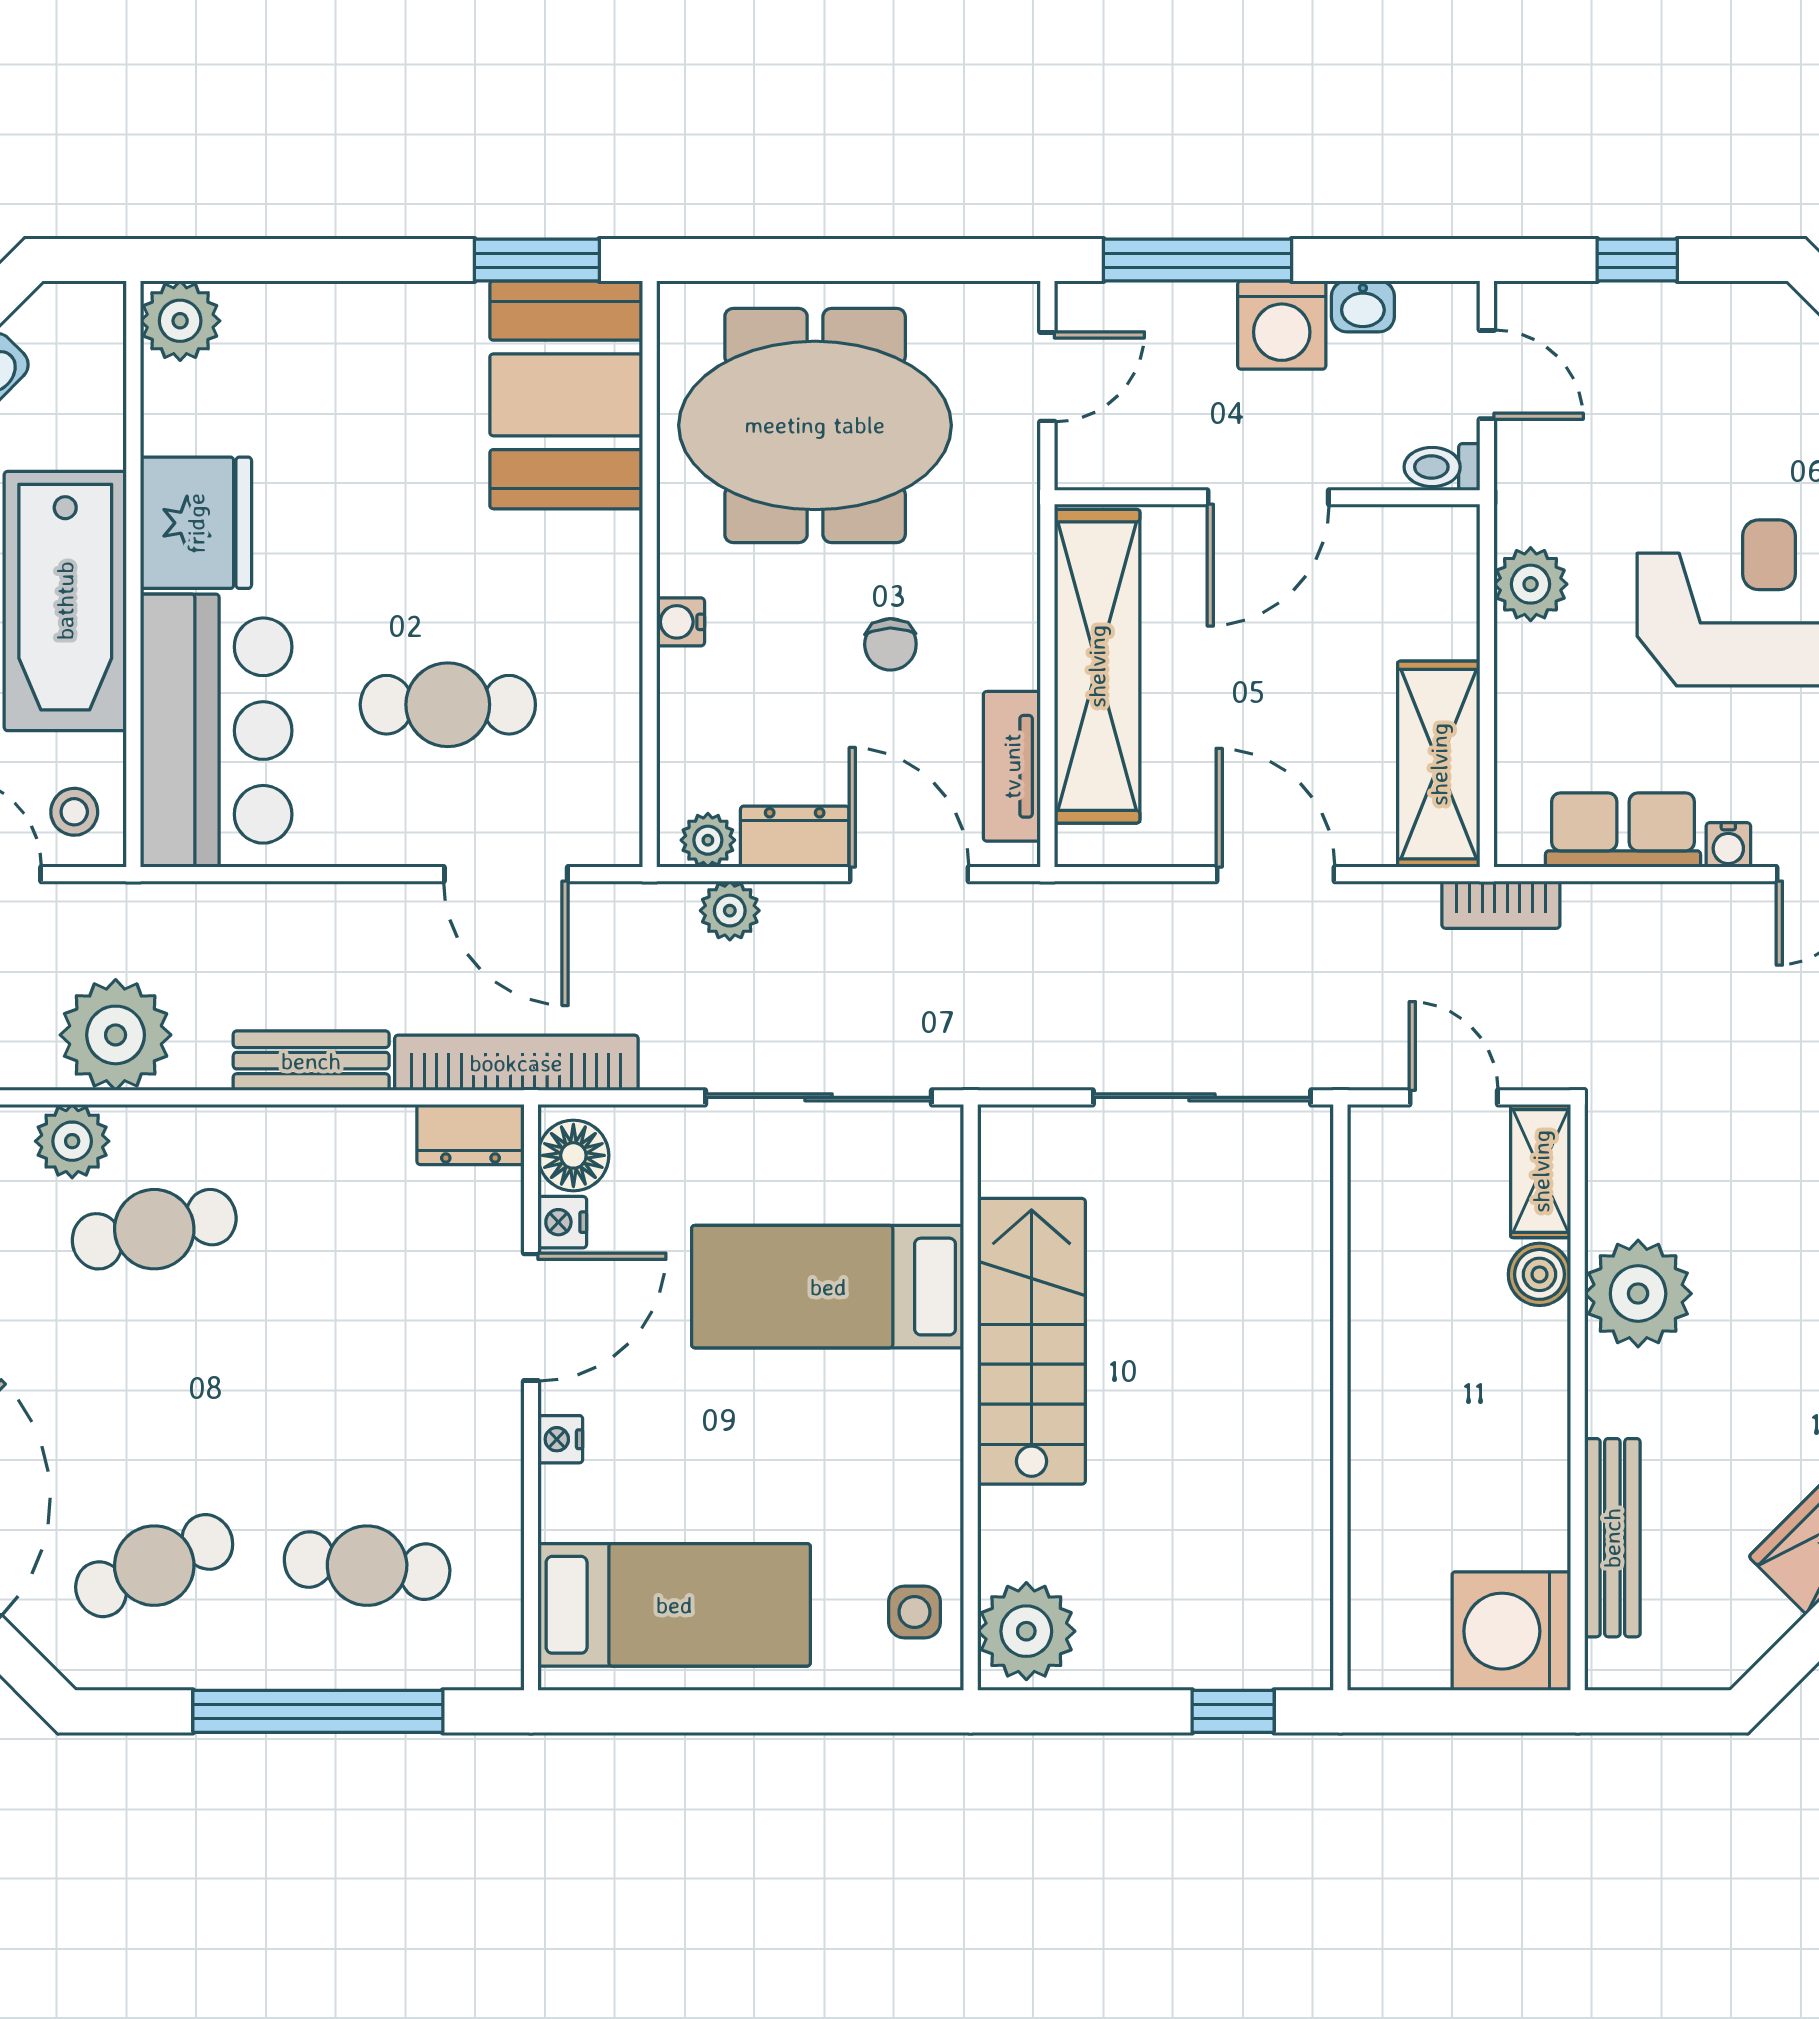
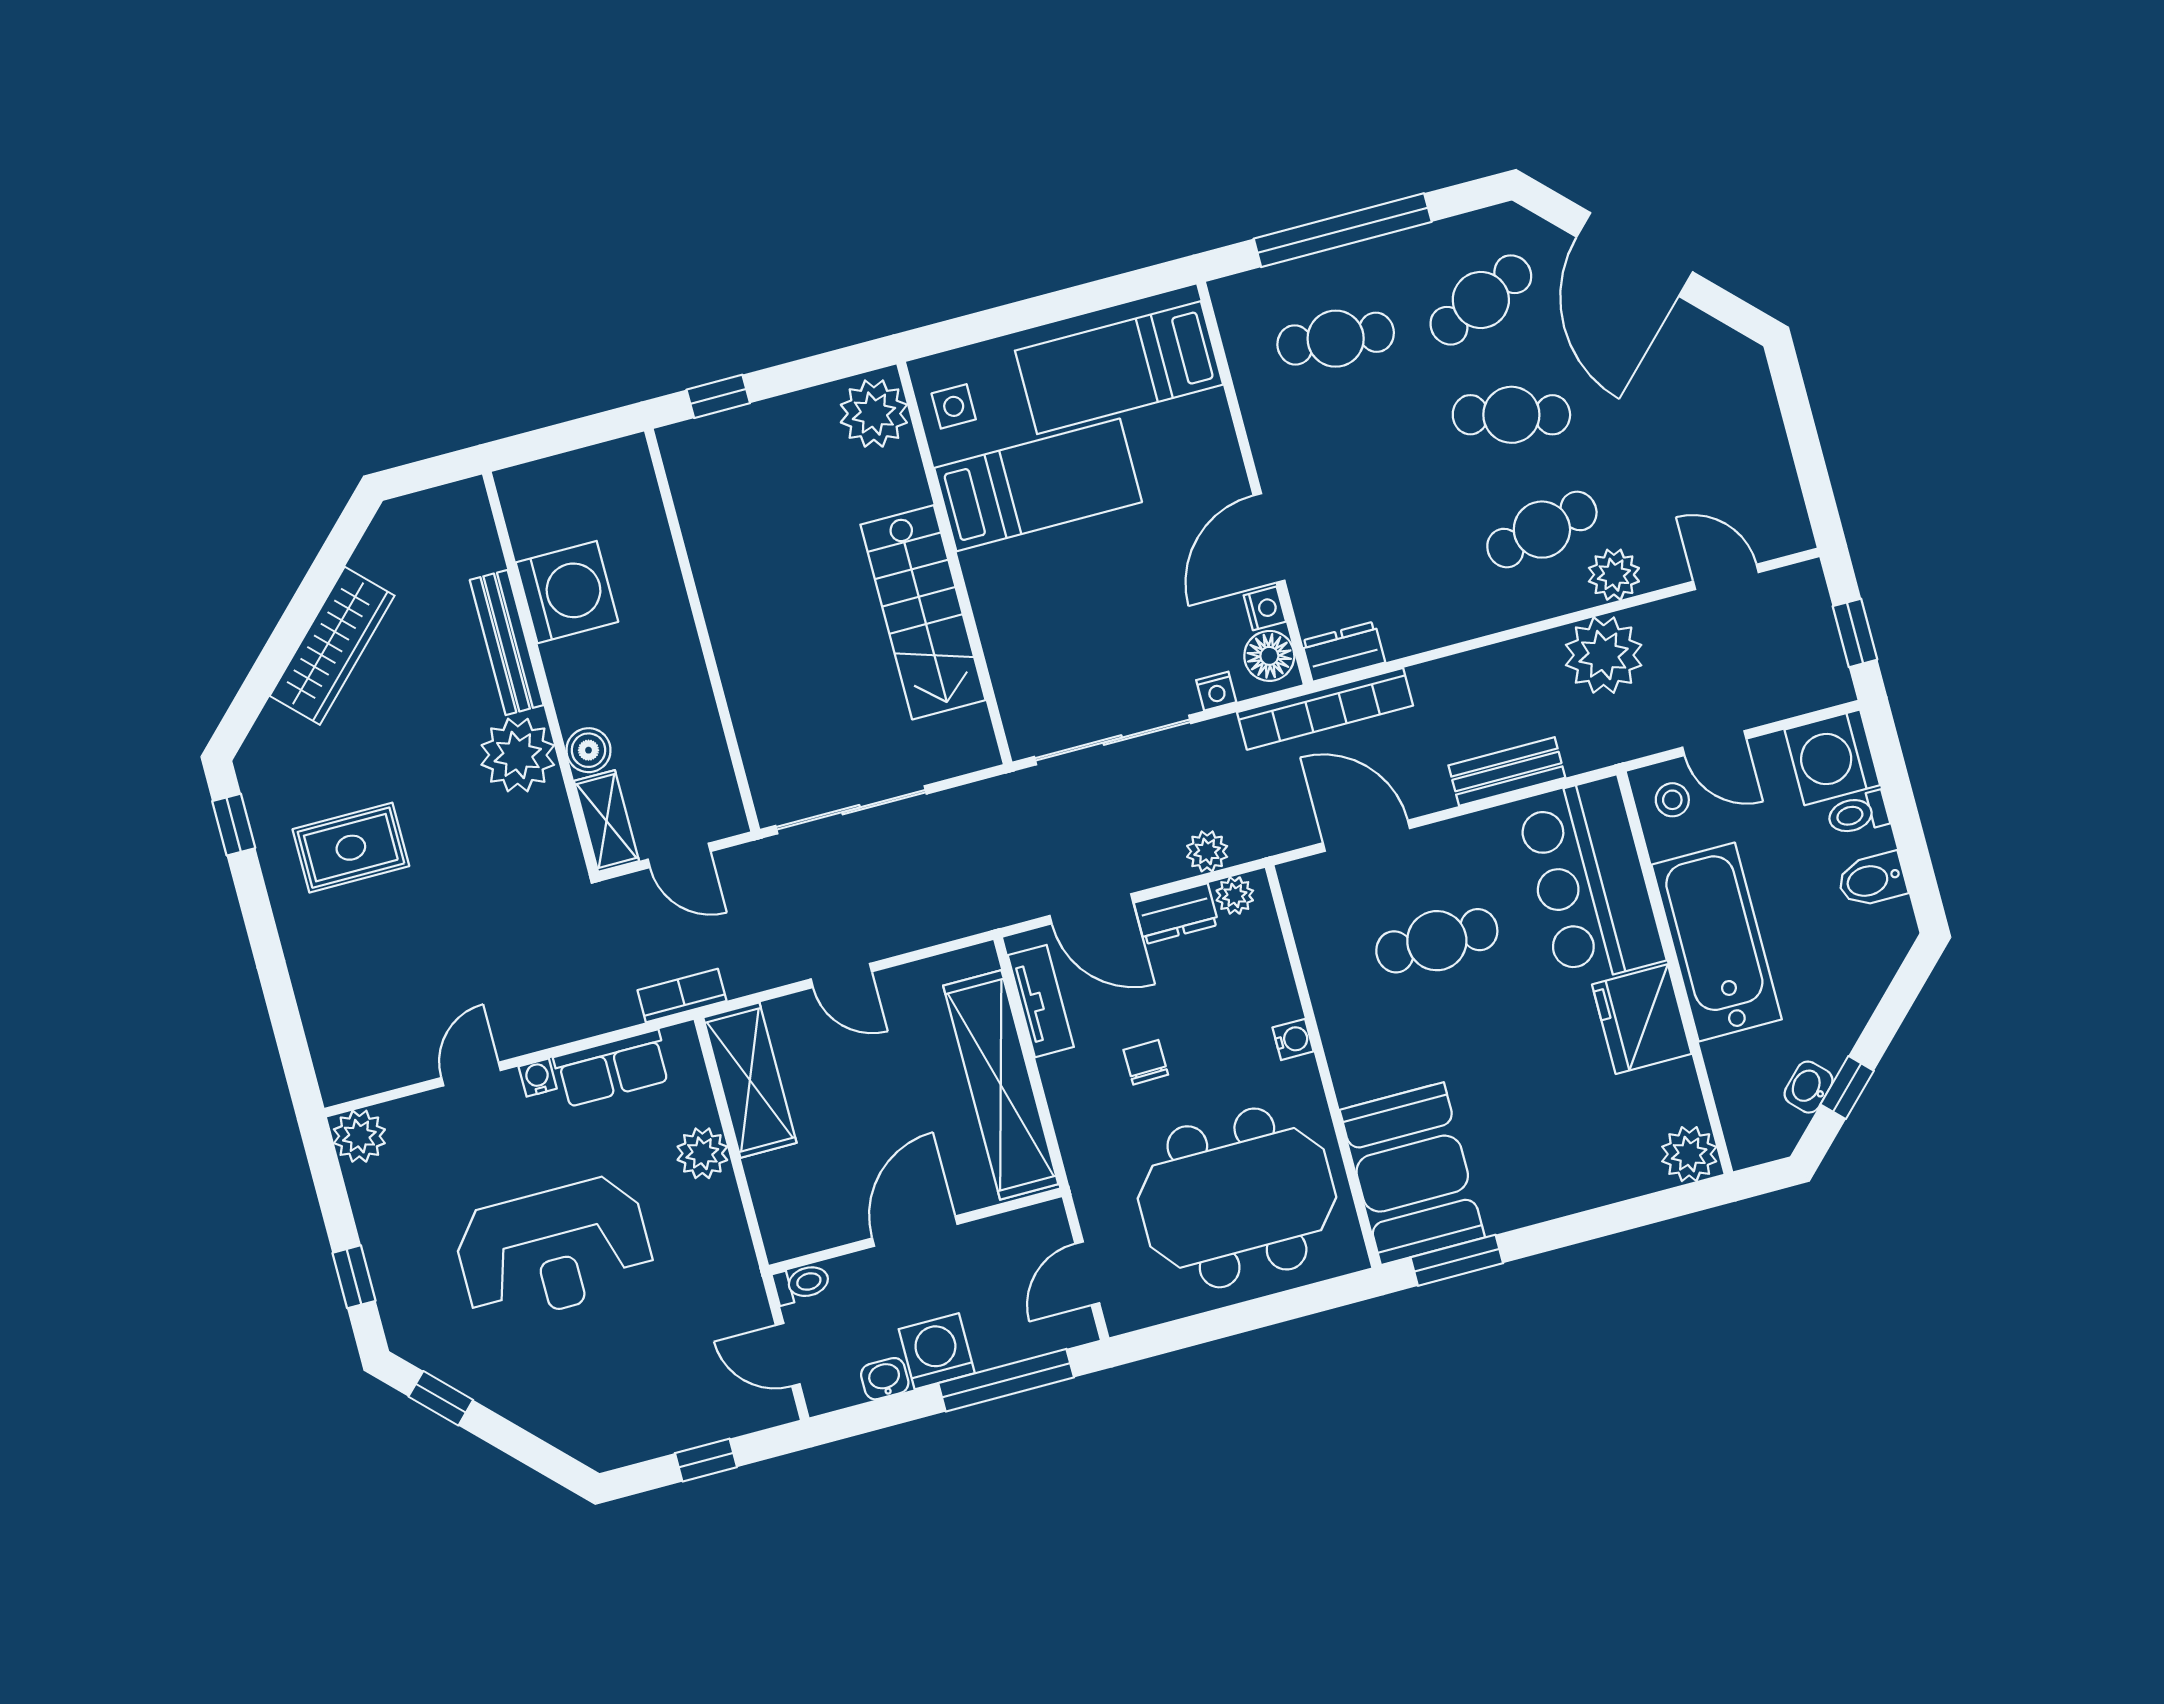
plant: (1531, 584) -> (702, 1153), moved
door: (1275, 874) -> (841, 975), width x0.73
bench: (311, 1061) -> (1507, 771), moved
bed: (828, 1287) -> (1038, 485), moved
cafe table: (154, 1397) -> (1511, 415), added
nightstand: (560, 1439) -> (1216, 691), moved, turned 90
bench: (1612, 1538) -> (507, 643), moved
washing machine: (1511, 1631) -> (567, 592), moved

